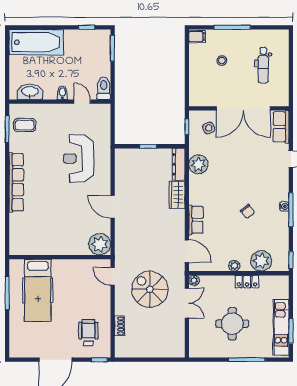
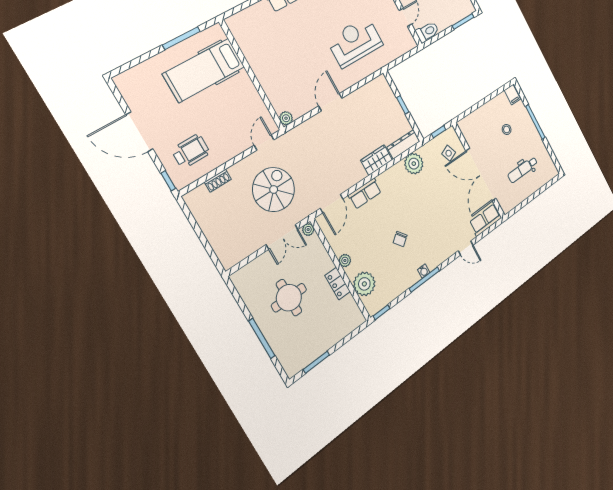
plant: (100, 244) -> (286, 118), width x0.53, depth x0.53
kitchen unit: (281, 327) -> (314, 350), removed

